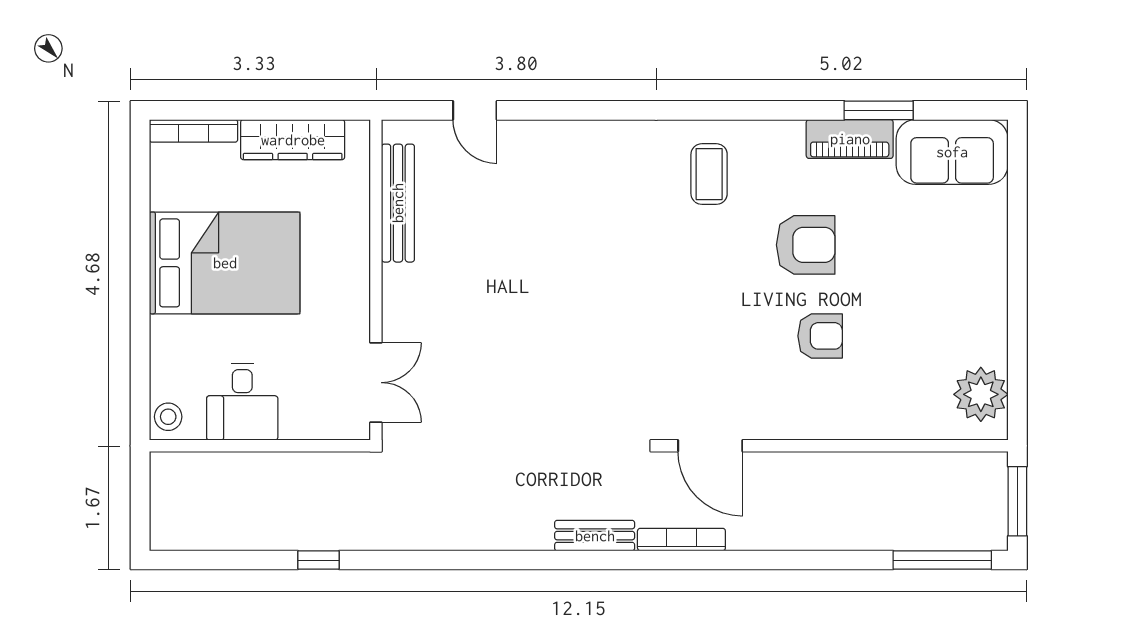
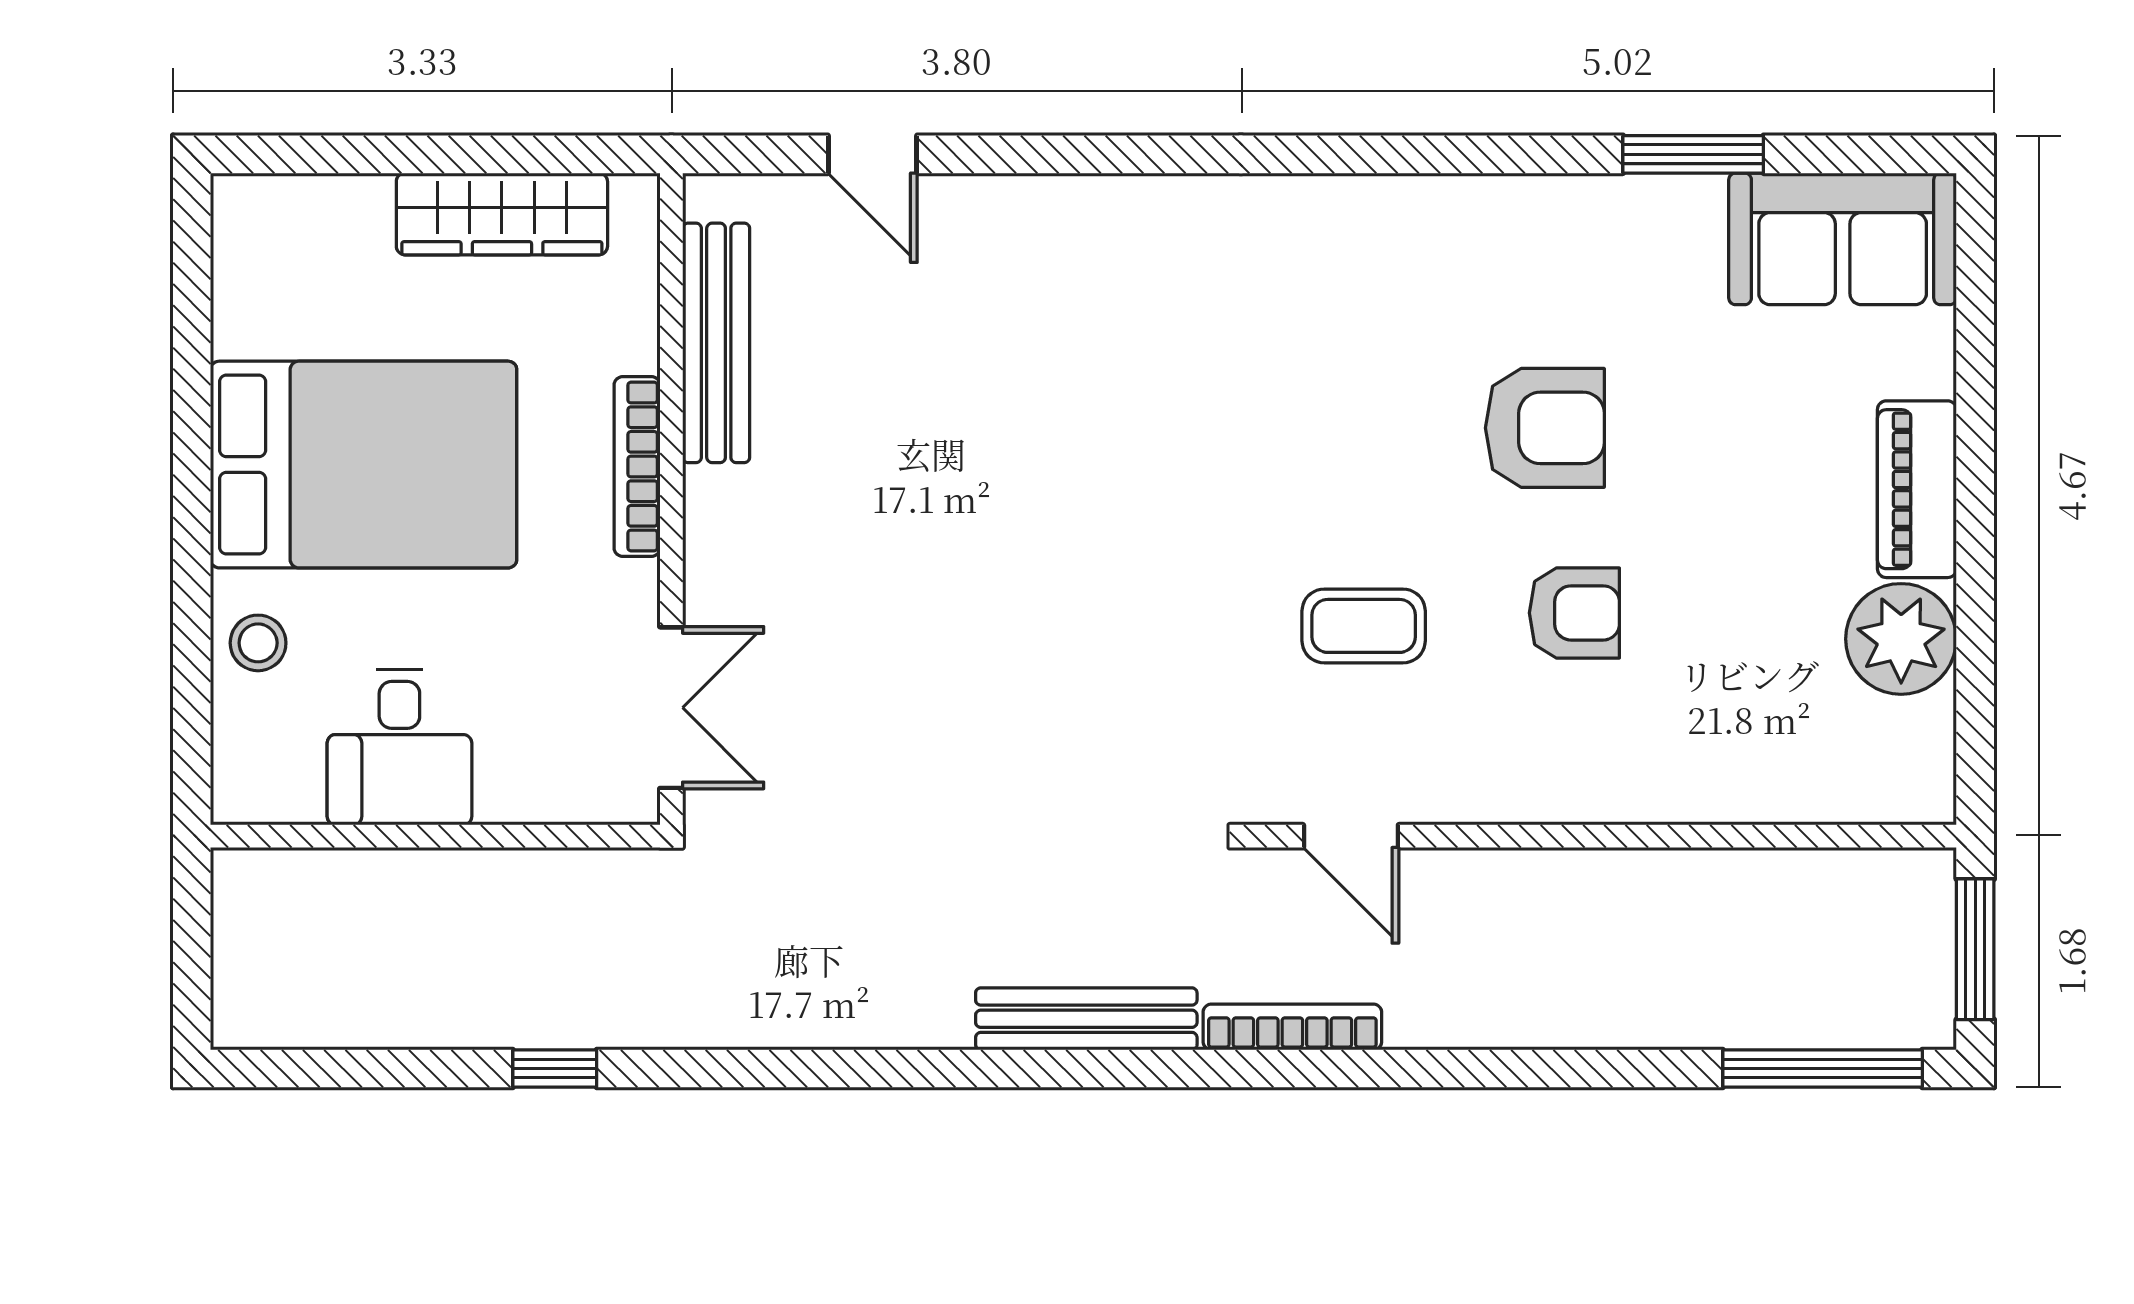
bookcase: (193, 131) -> (637, 466), moved, turned 90
piano: (850, 139) -> (1917, 489), moved, turned 90
coffee table: (709, 174) -> (1364, 626), moved, turned 90
plant: (981, 394) -> (1901, 639), moved
stool: (168, 417) -> (258, 643), moved
door: (710, 446) -> (1351, 836), width x0.73
bench: (595, 536) -> (1086, 1019), width x1.36

